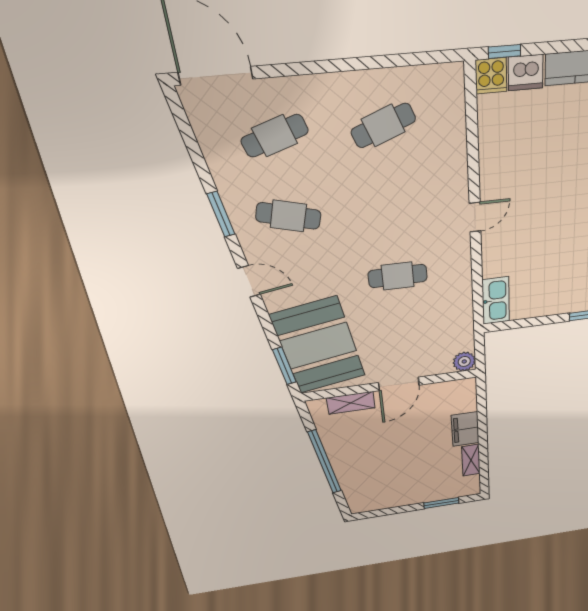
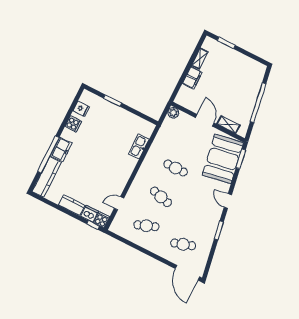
cafe table: (288, 216) -> (161, 197), moved
door: (475, 217) -> (119, 203), moved
kitchen sink: (496, 301) -> (139, 146), moved
door: (399, 384) -> (205, 120), hinge flipped

